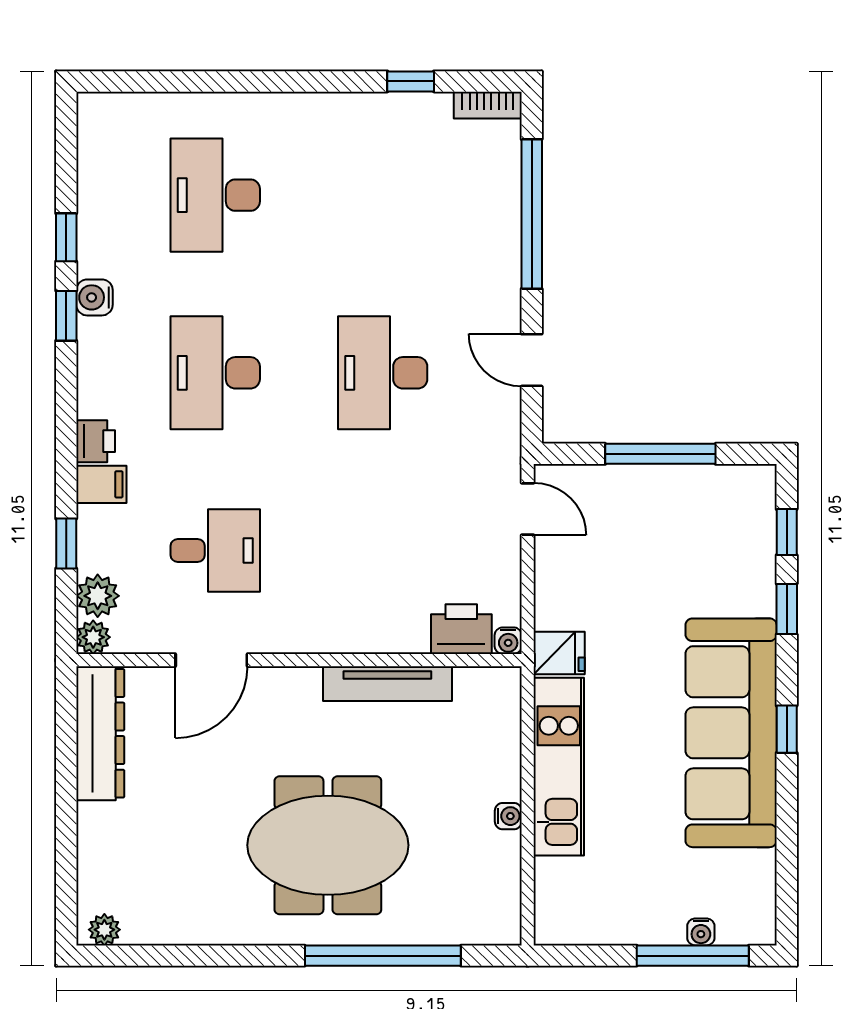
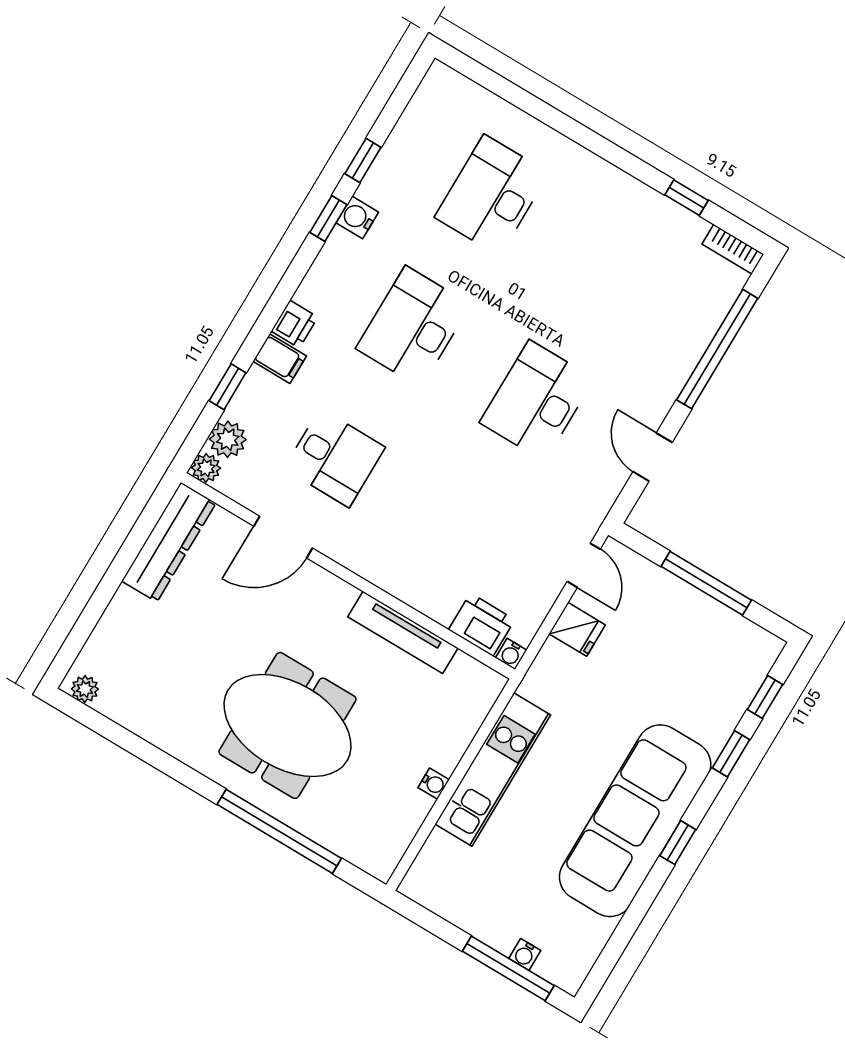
fridge: (559, 653) -> (577, 629), moved

